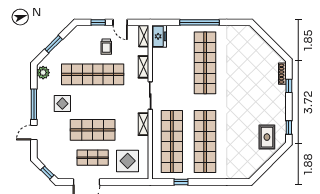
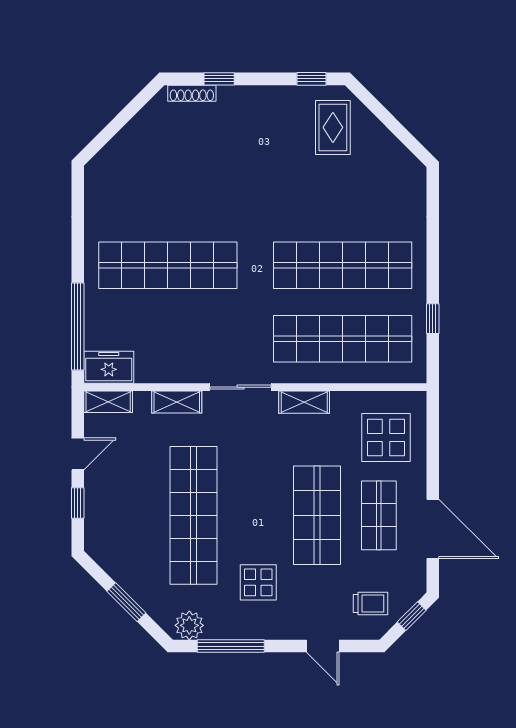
window: (200, 22) -> (78, 327), moved
trolley: (106, 47) -> (371, 604), moved
window: (34, 104) -> (231, 646), moved
rug: (267, 137) -> (333, 127), turned 90

